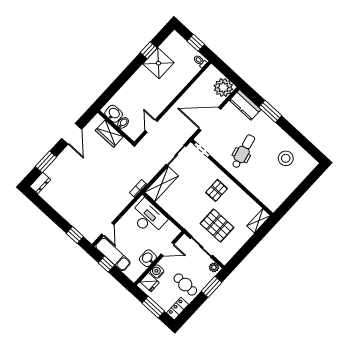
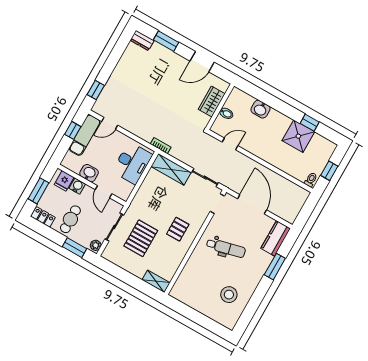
plant: (223, 88) -> (289, 211), removed
washbasin: (114, 114) -> (261, 109), moved, turned 90
pallet: (217, 190) -> (178, 229), turned 90

